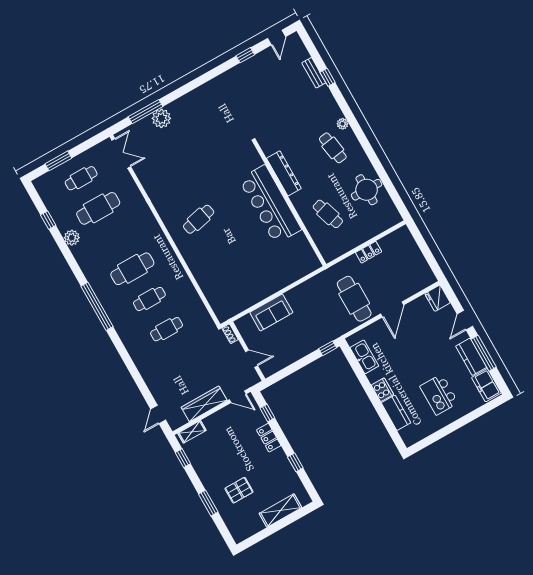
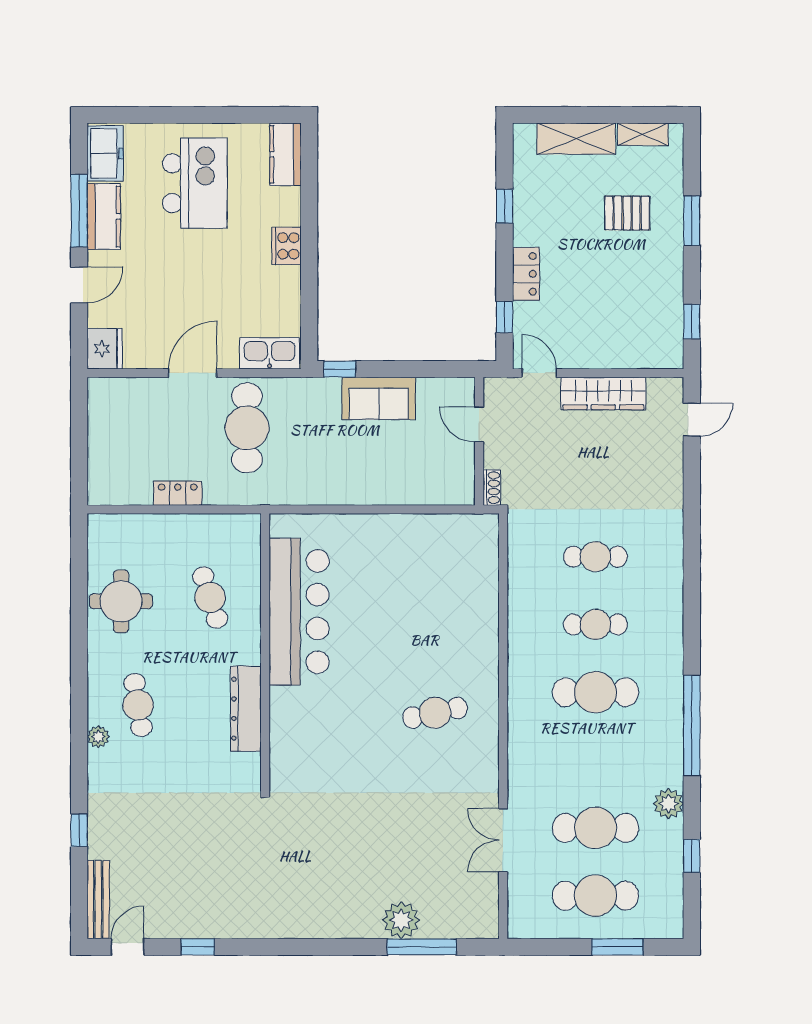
bench: (314, 73) -> (98, 900), moved, width x1.36
double door: (121, 153) -> (503, 840), moved
cafe table: (81, 178) -> (595, 896), width x1.37, depth x1.35
bar counter: (270, 204) -> (299, 612), moved
window: (97, 306) -> (692, 725), moved
sofa: (271, 312) -> (379, 398), moved, turned 180
kitchen sink: (364, 357) -> (270, 353), moved, turned 90
kitchen island: (439, 395) -> (195, 183), width x1.37, depth x1.28
kitchen counter: (396, 413) -> (285, 154), moved
shelving: (192, 432) -> (643, 134), moved

